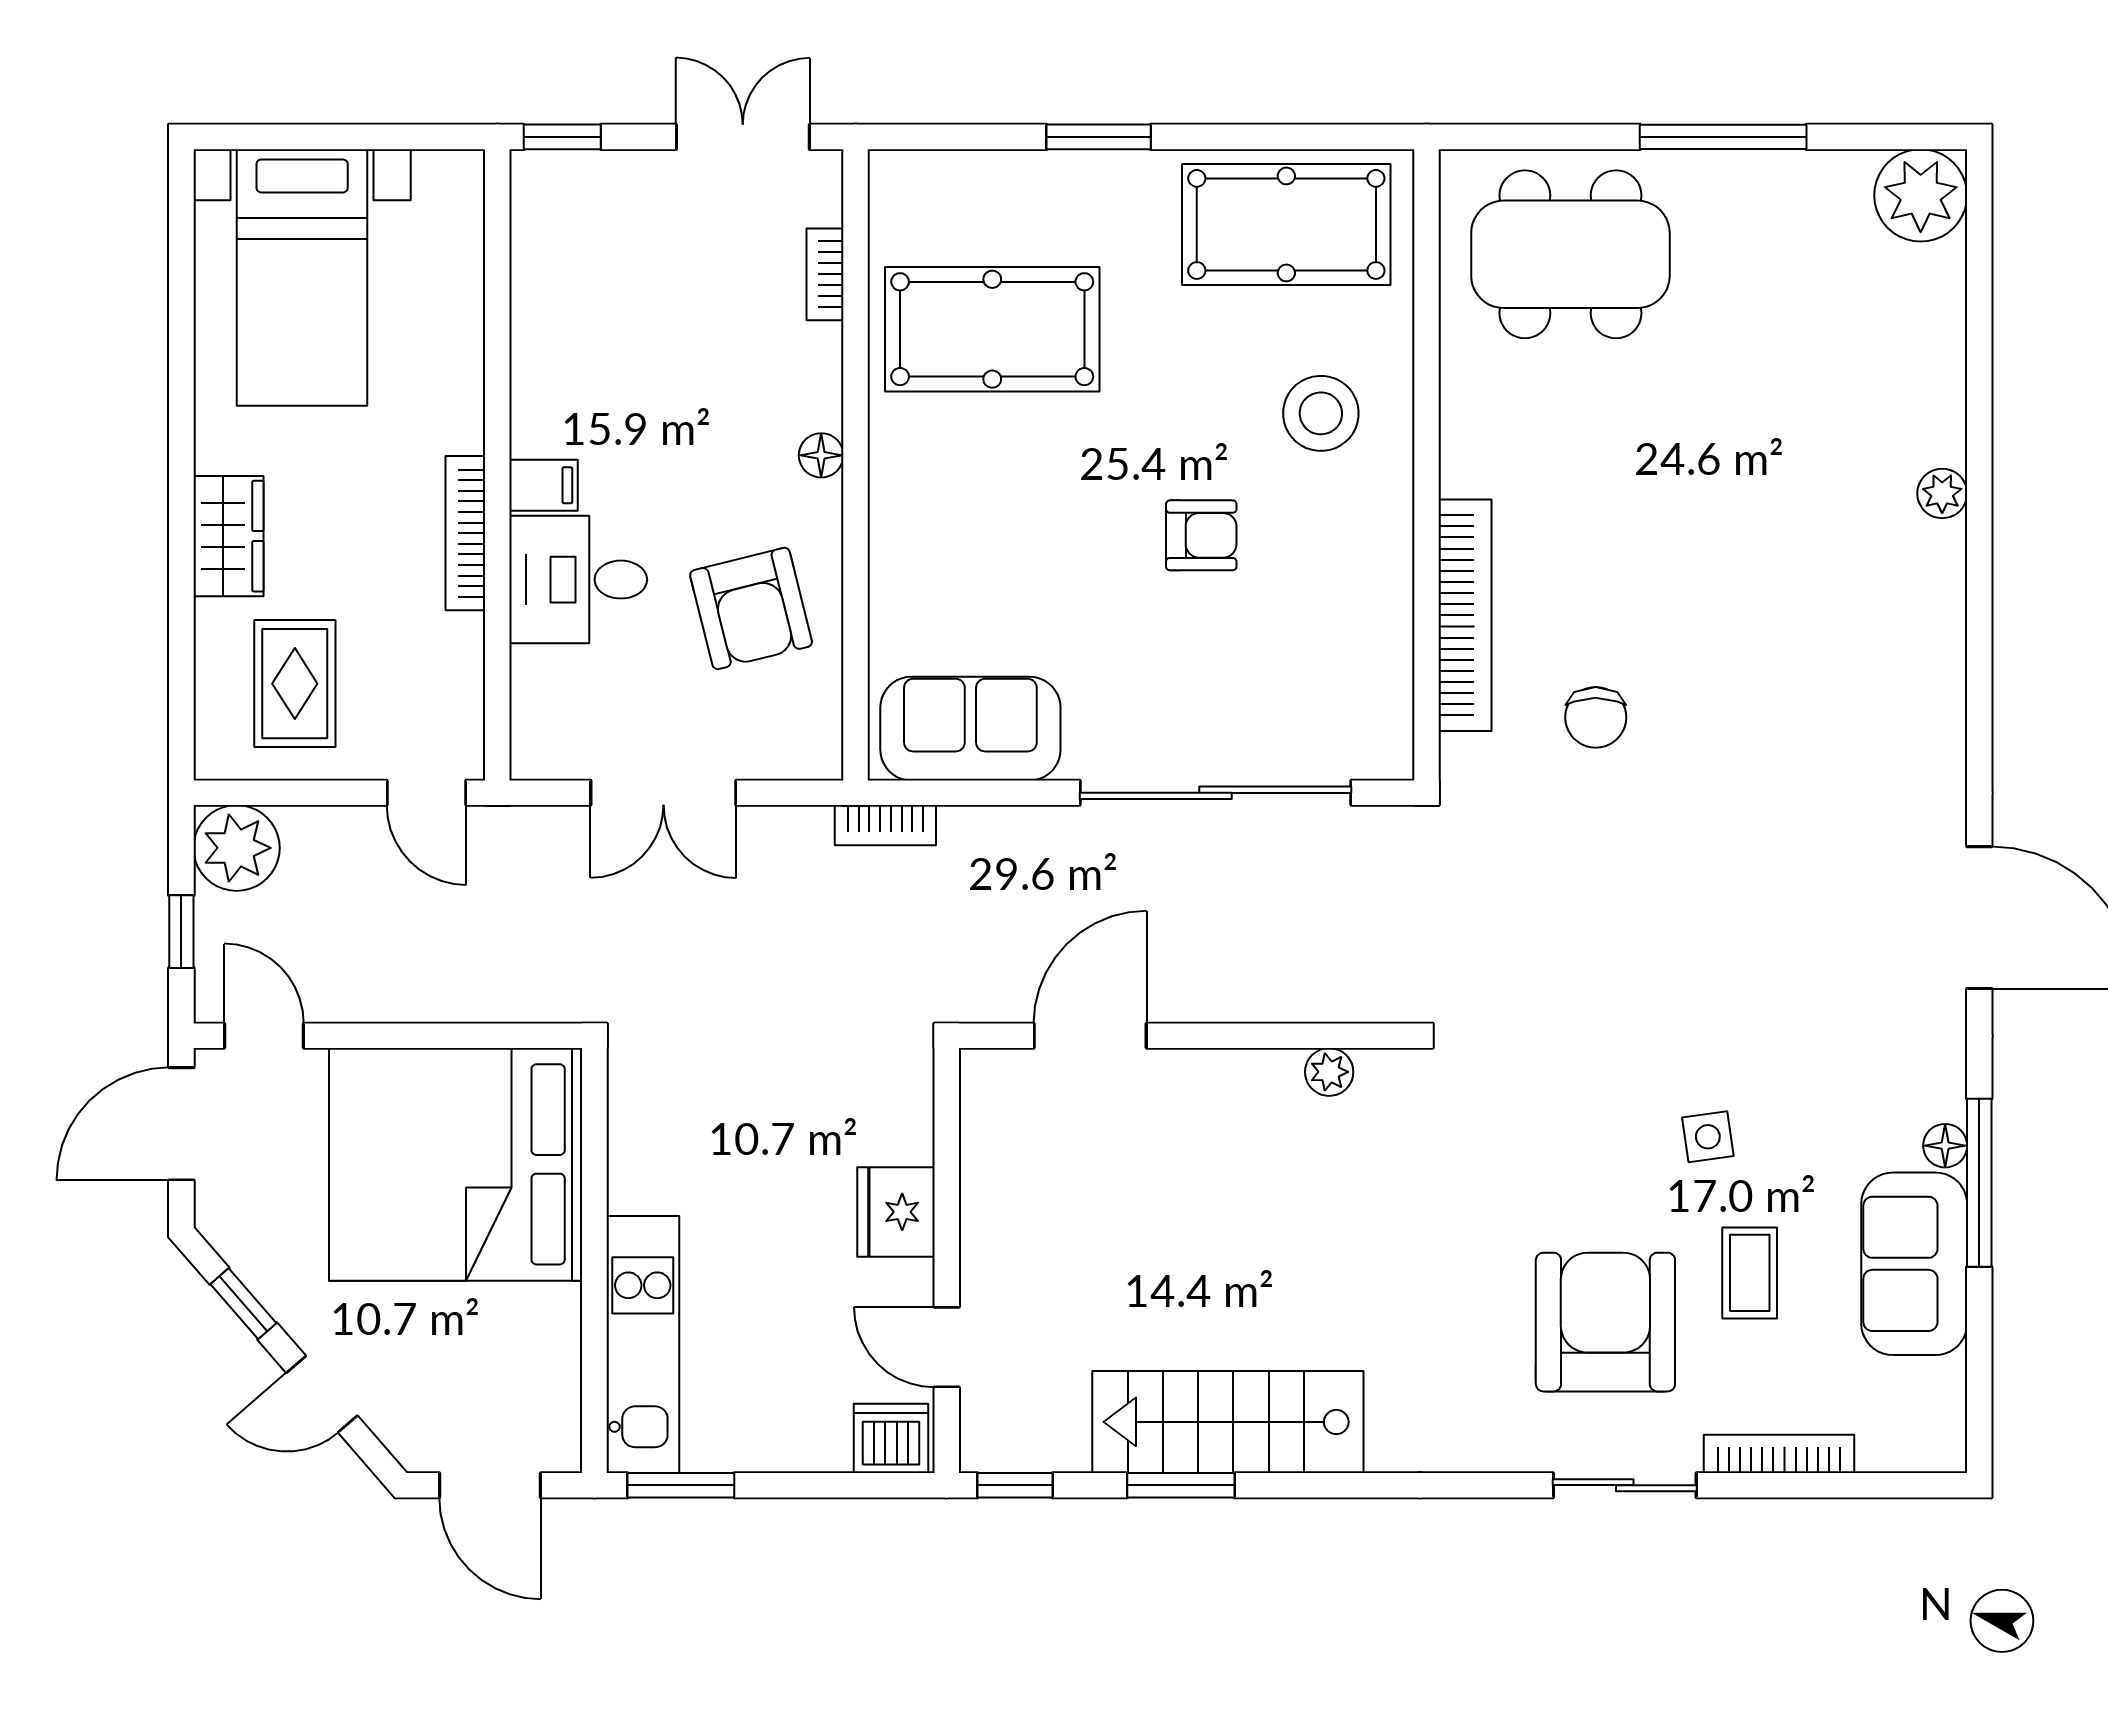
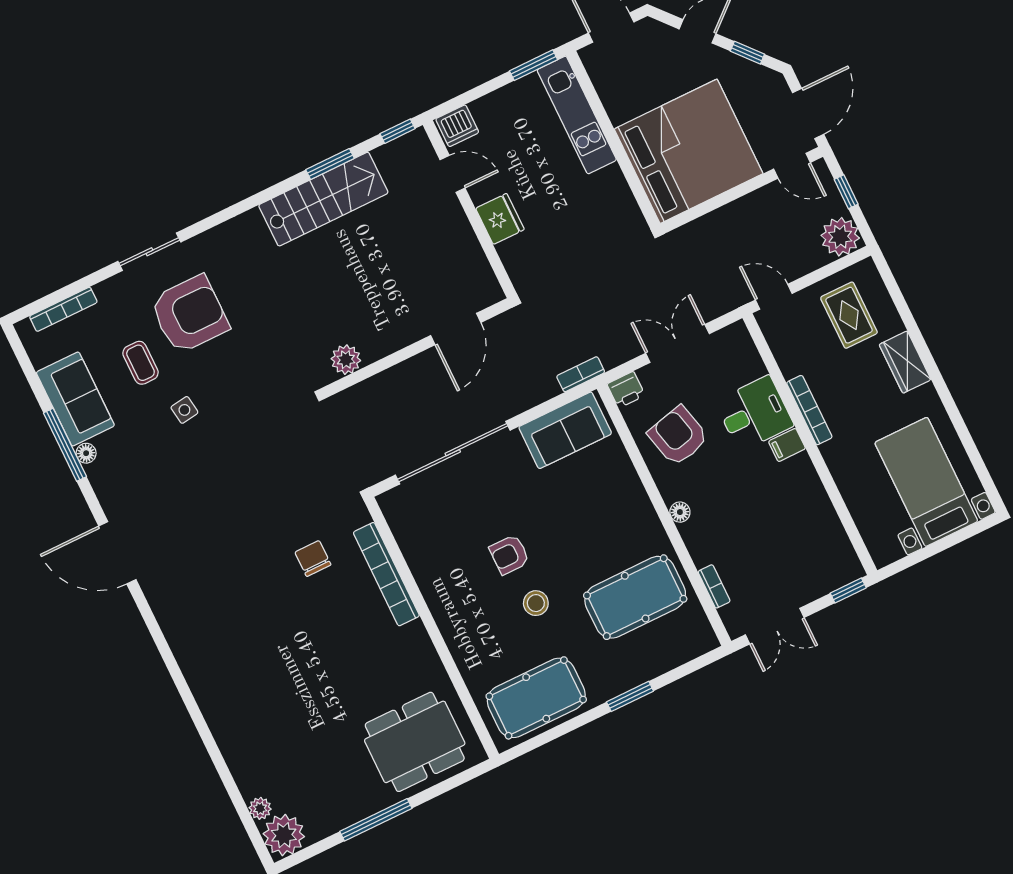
stool: (1321, 413) -> (536, 603), moved, width x0.73, depth x0.73
plant: (1942, 493) -> (260, 808), moved
printer: (810, 750) -> (626, 390), added
plant: (1329, 1072) -> (346, 360), width x1.38, depth x1.38
armchair: (1605, 1322) -> (189, 314), turned -90
bookcase: (1779, 1454) -> (63, 309), moved

